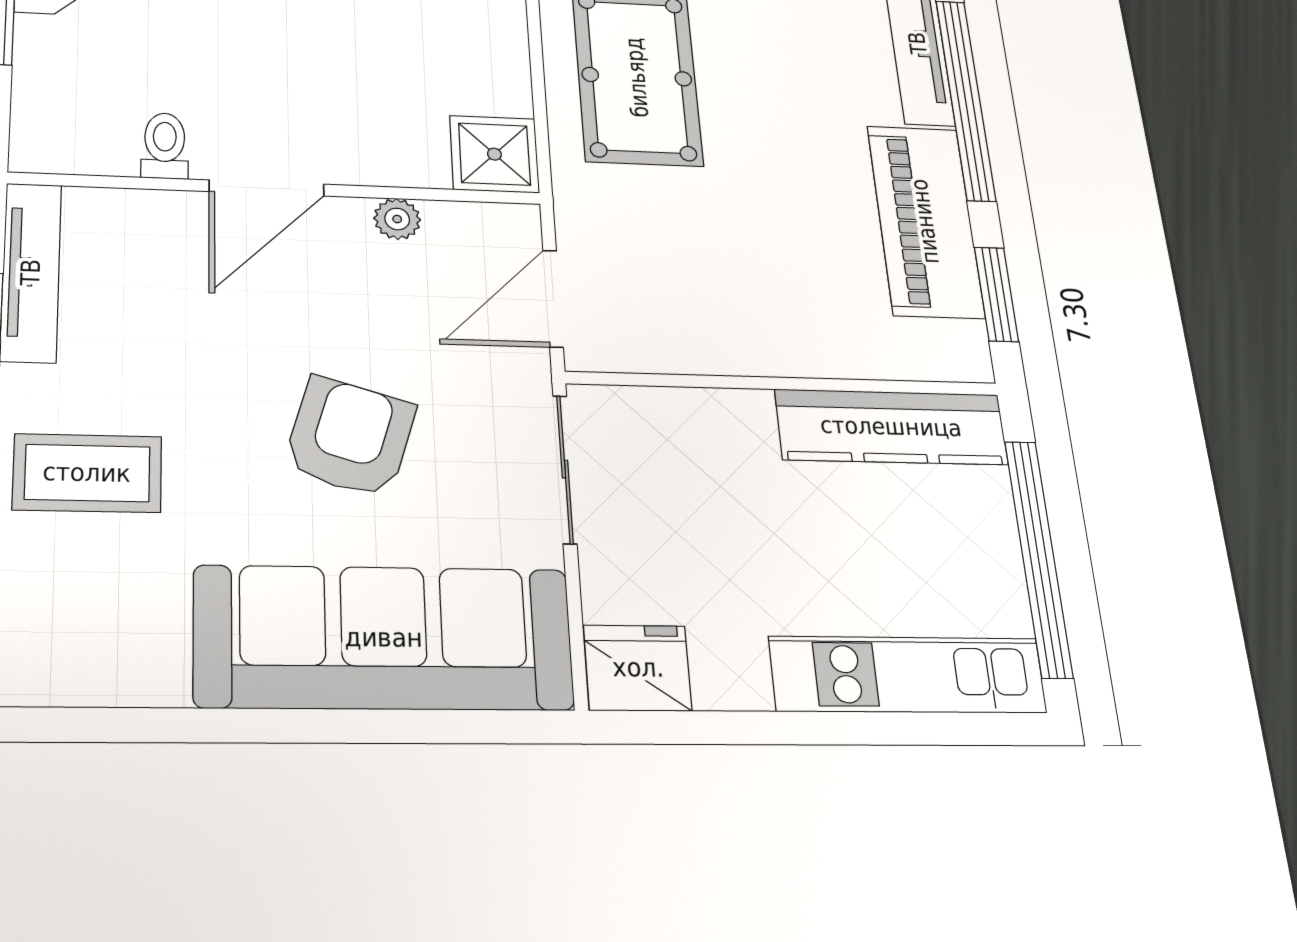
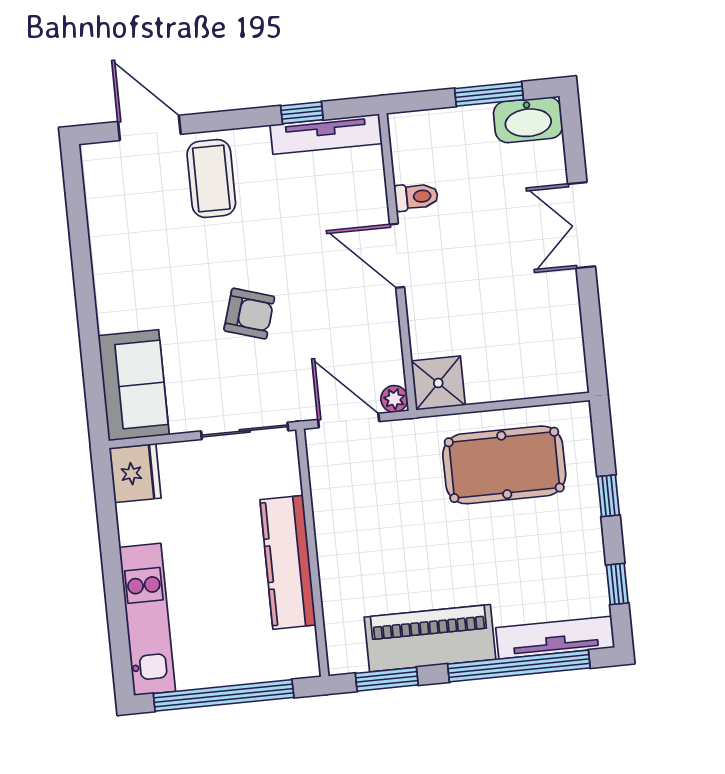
plant: (397, 219) -> (394, 399), moved
kitchen counter: (891, 427) -> (288, 562), moved
armchair: (350, 437) -> (249, 314), width x0.72, depth x0.72
sofa: (384, 638) -> (134, 385), width x0.54, depth x0.79

